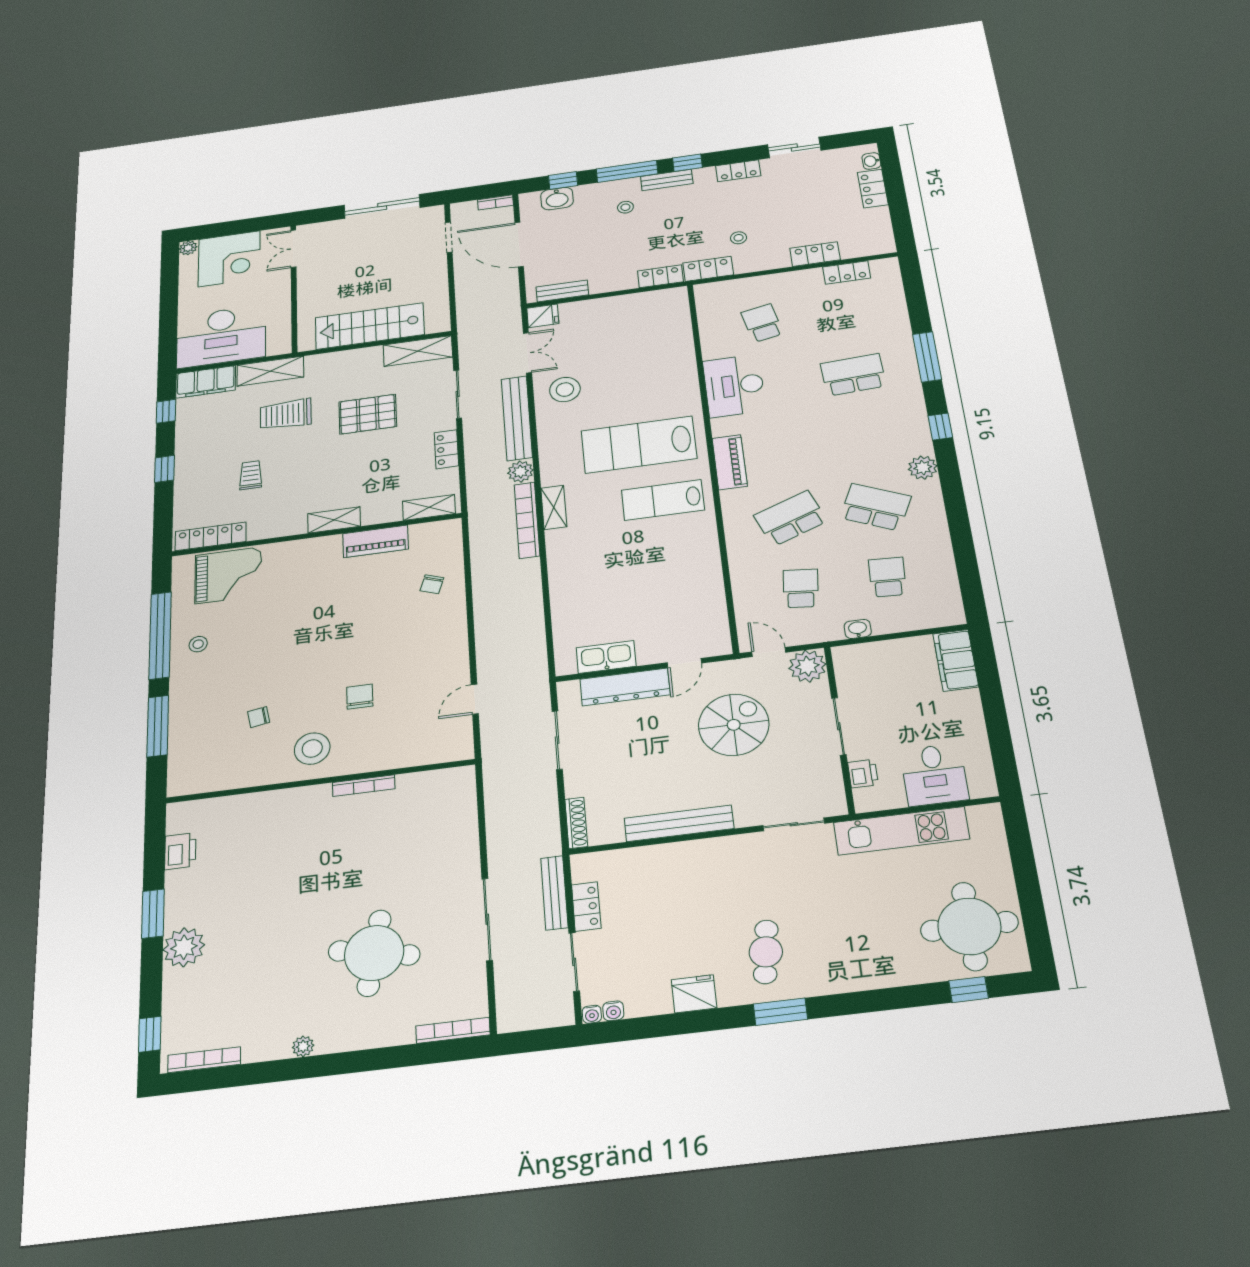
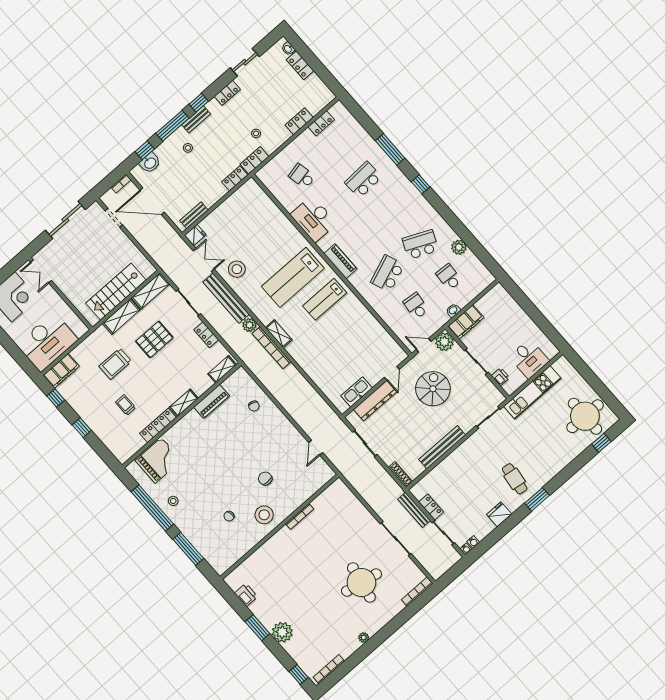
shelving: (270, 371) -> (121, 317), moved
plant: (923, 468) -> (459, 247), moved
locker: (211, 536) -> (158, 425), moved
filing cabinet: (956, 660) -> (466, 322), moved, turned -90

